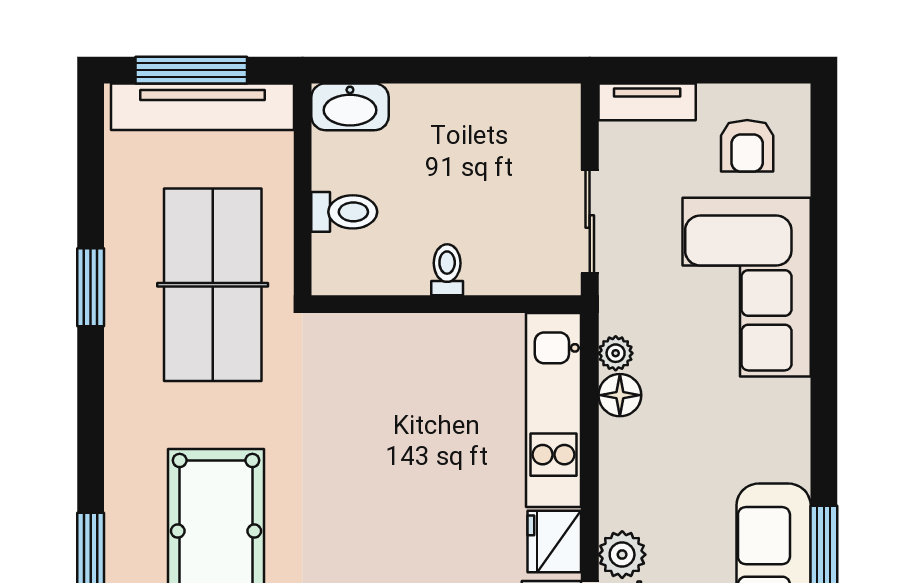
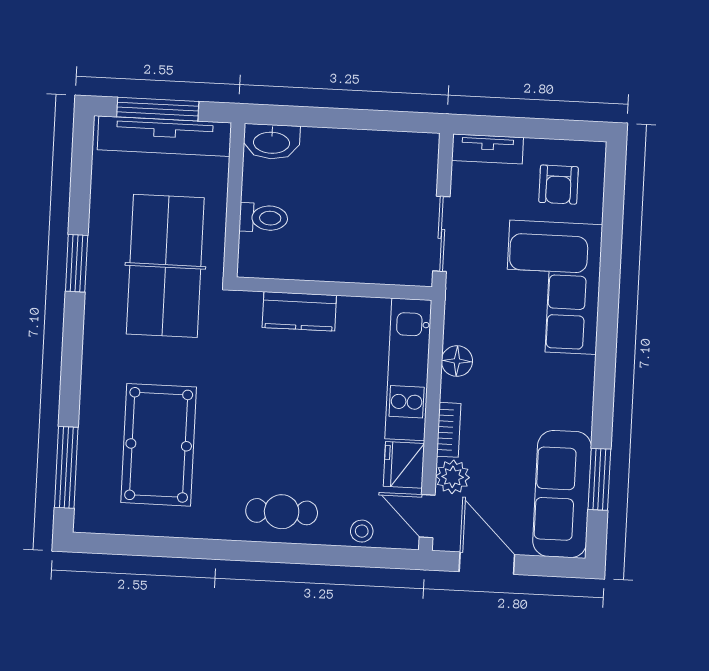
toilet: (447, 270) -> (336, 264), removed
kitchen counter: (400, 338) -> (299, 311), added
plant: (616, 353) -> (455, 330), removed
bookcase: (613, 490) -> (449, 430), added

